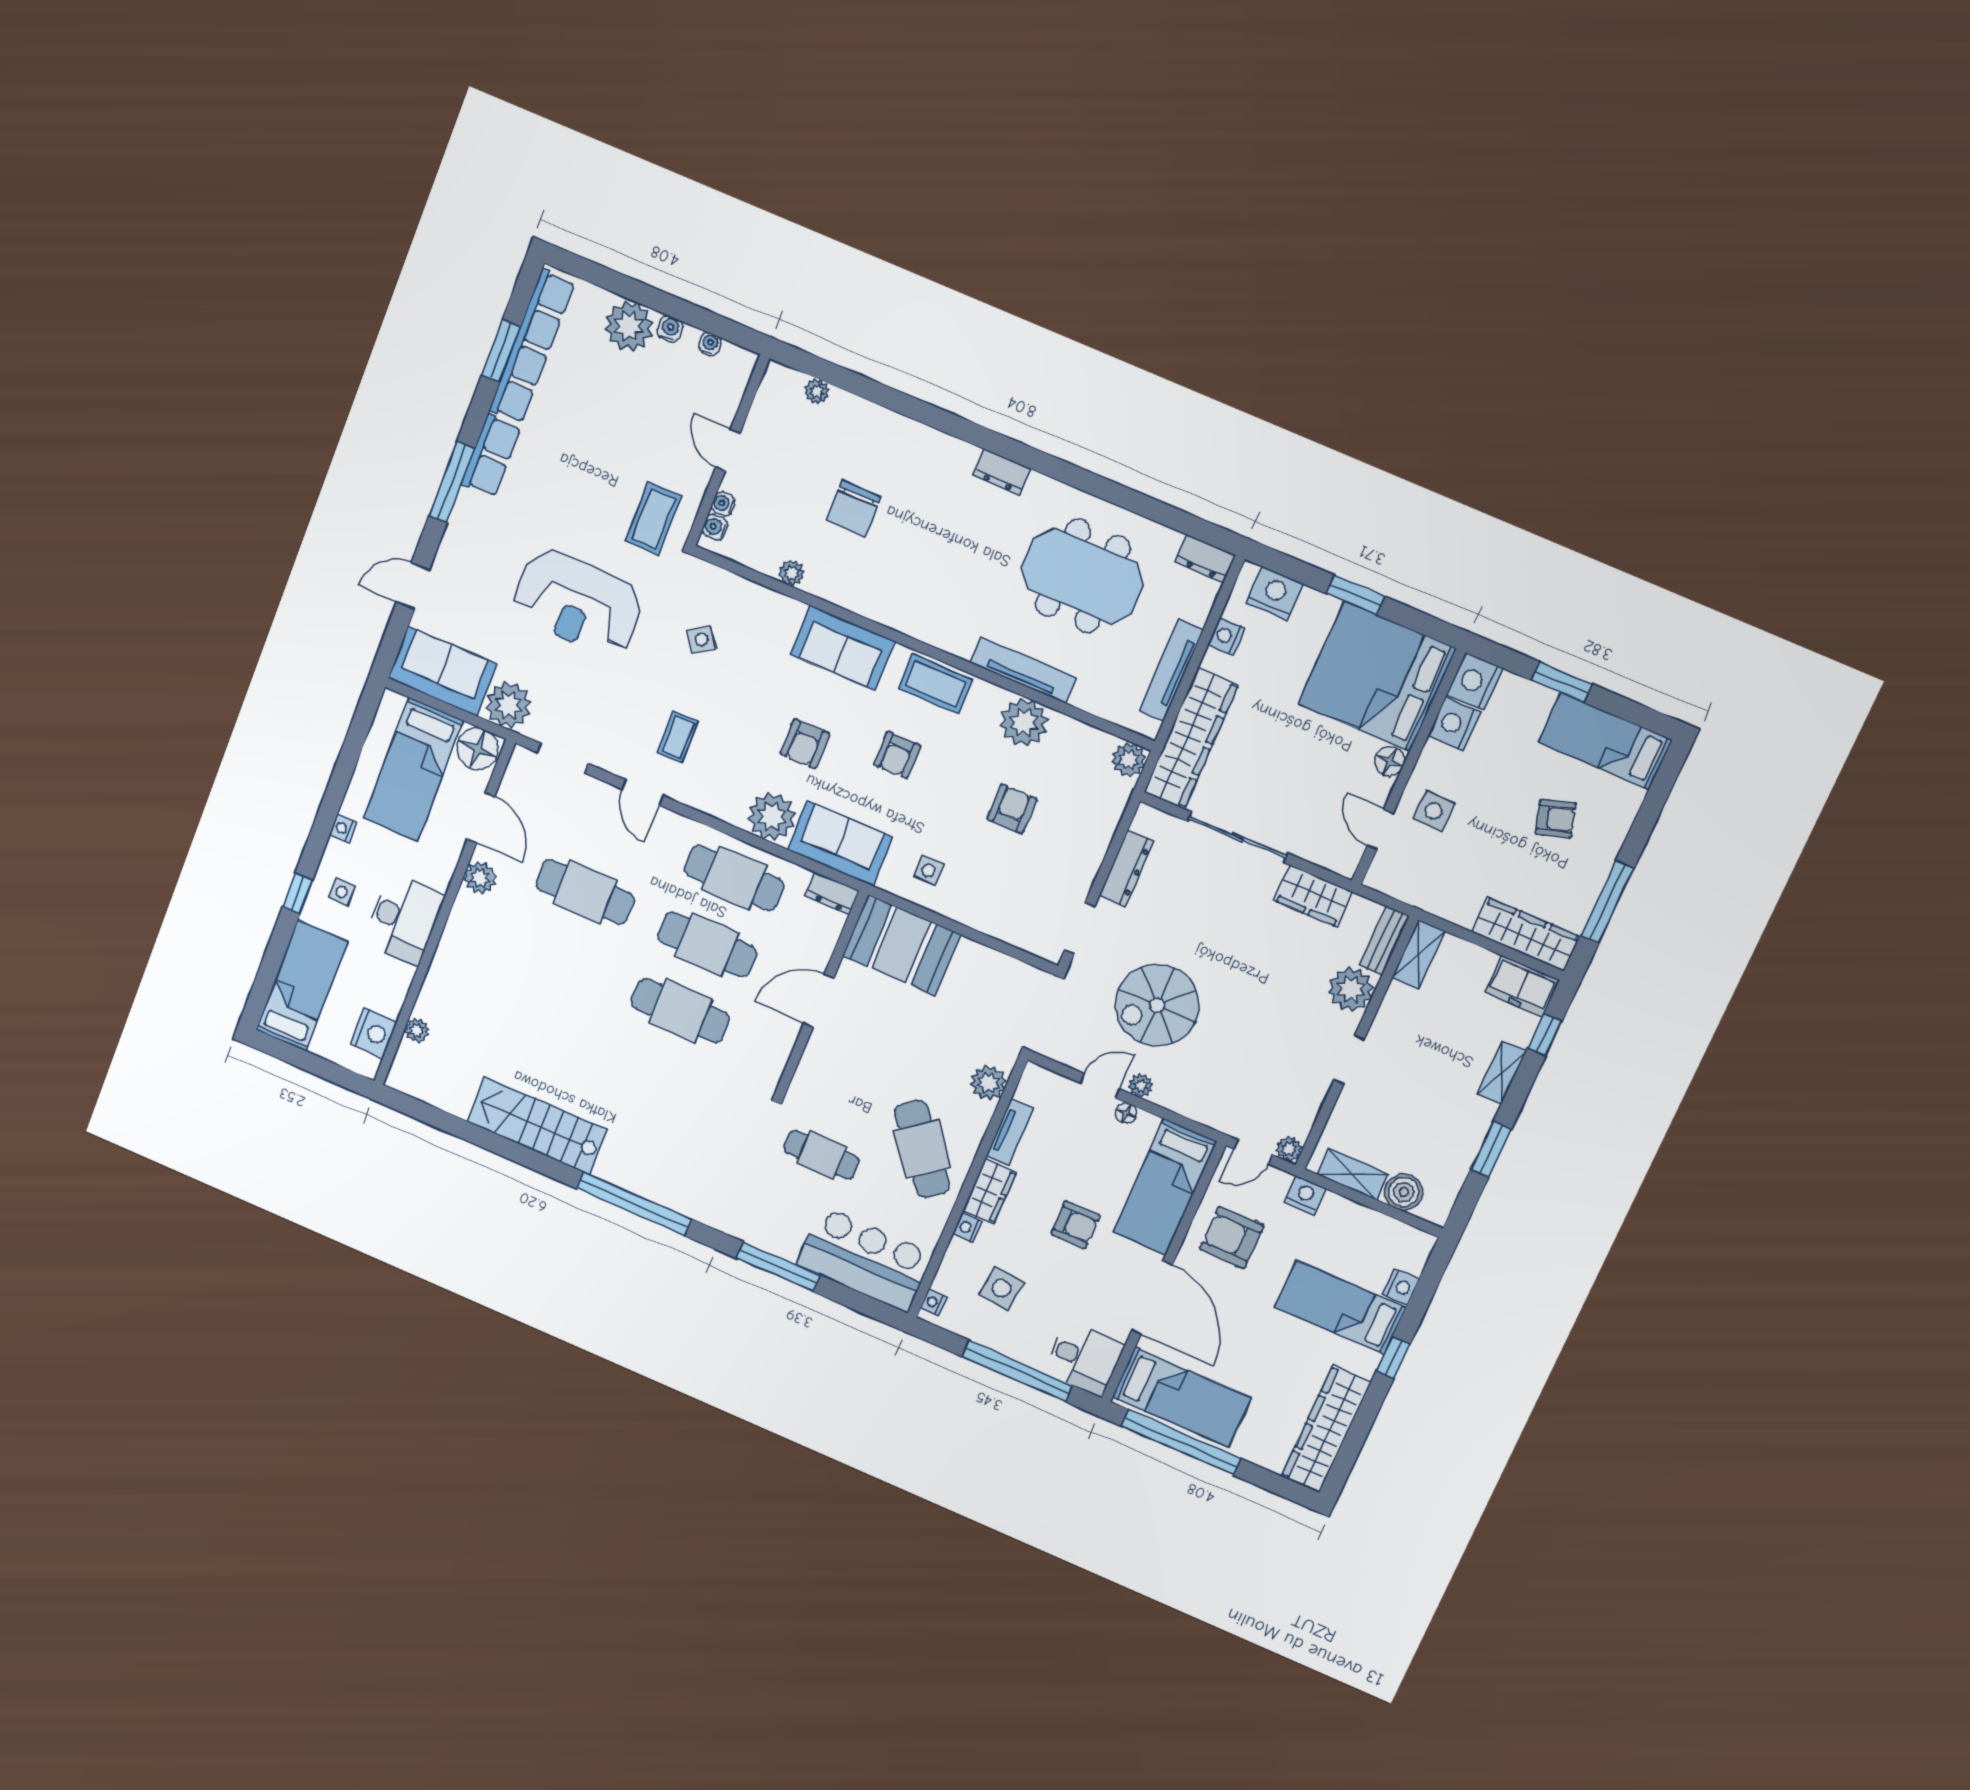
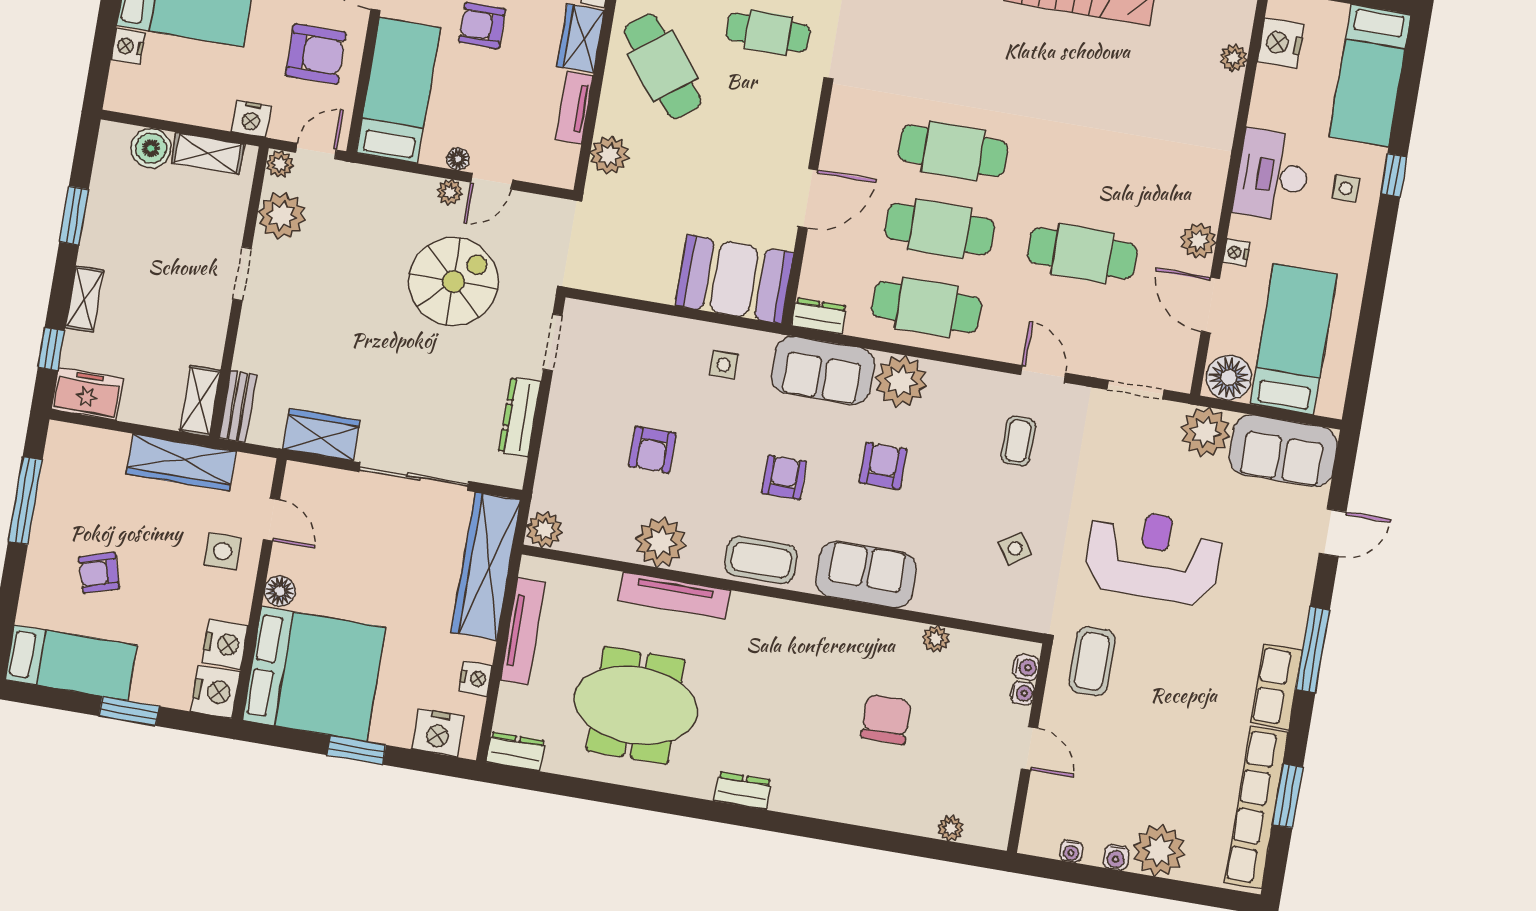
nightstand: (343, 829) -> (1236, 253), moved, turned 180
wardrobe: (1526, 934) -> (181, 462), moved
plant: (1351, 989) -> (282, 216), moved

